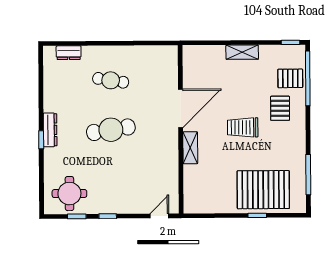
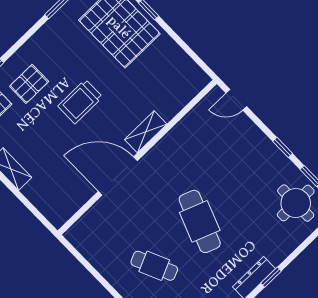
cafe table: (111, 80) -> (154, 266), turned -33
trolley: (243, 127) -> (80, 102), turned 90
cafe table: (111, 130) -> (200, 221), turned 30

